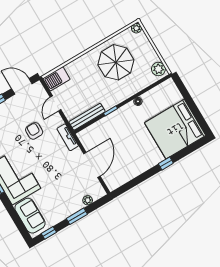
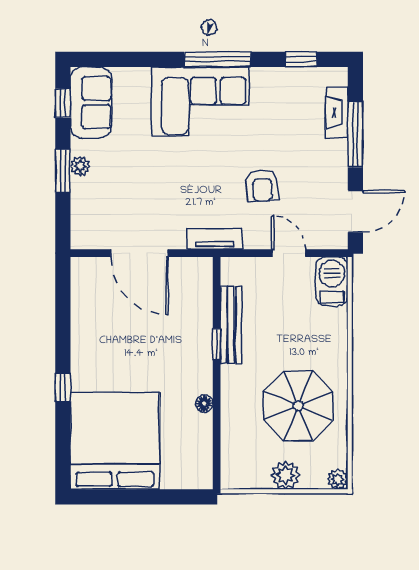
plant: (158, 69) -> (286, 475), moved
bench: (87, 117) -> (231, 325), moved
armchair: (34, 131) -> (262, 185), turned 86
plant: (88, 200) -> (80, 166), moved
sofa: (30, 216) -> (91, 103), moved, turned -90

